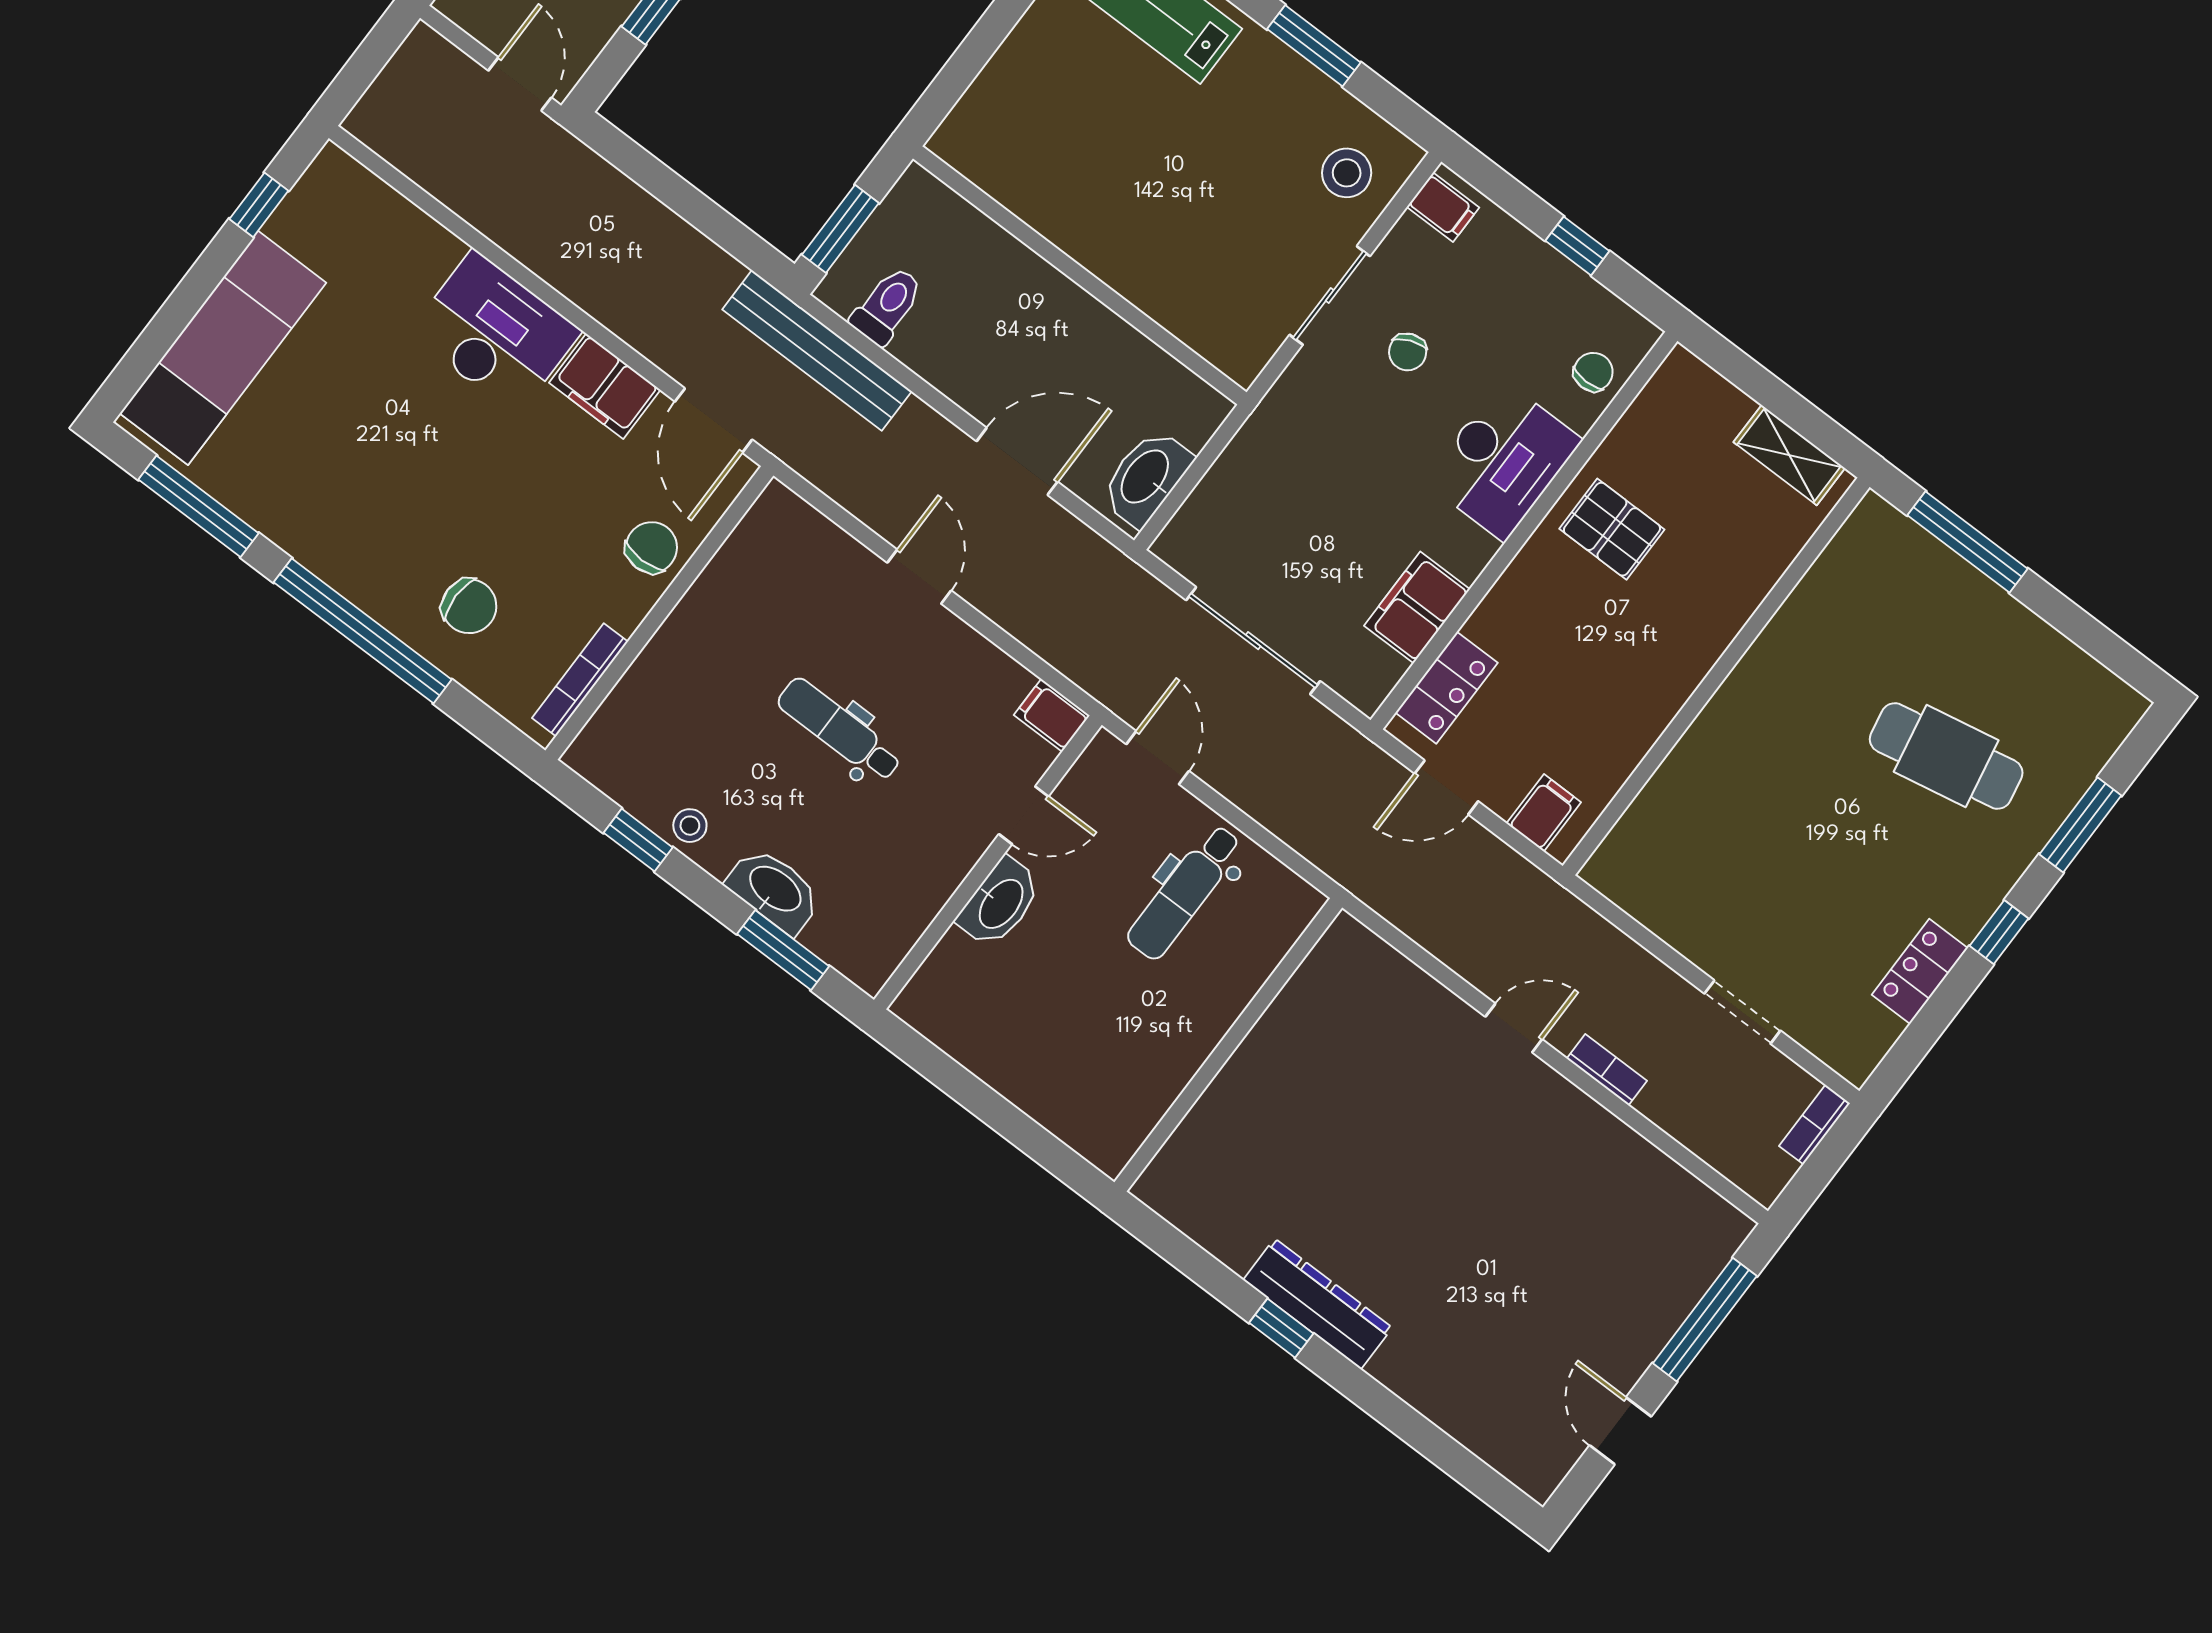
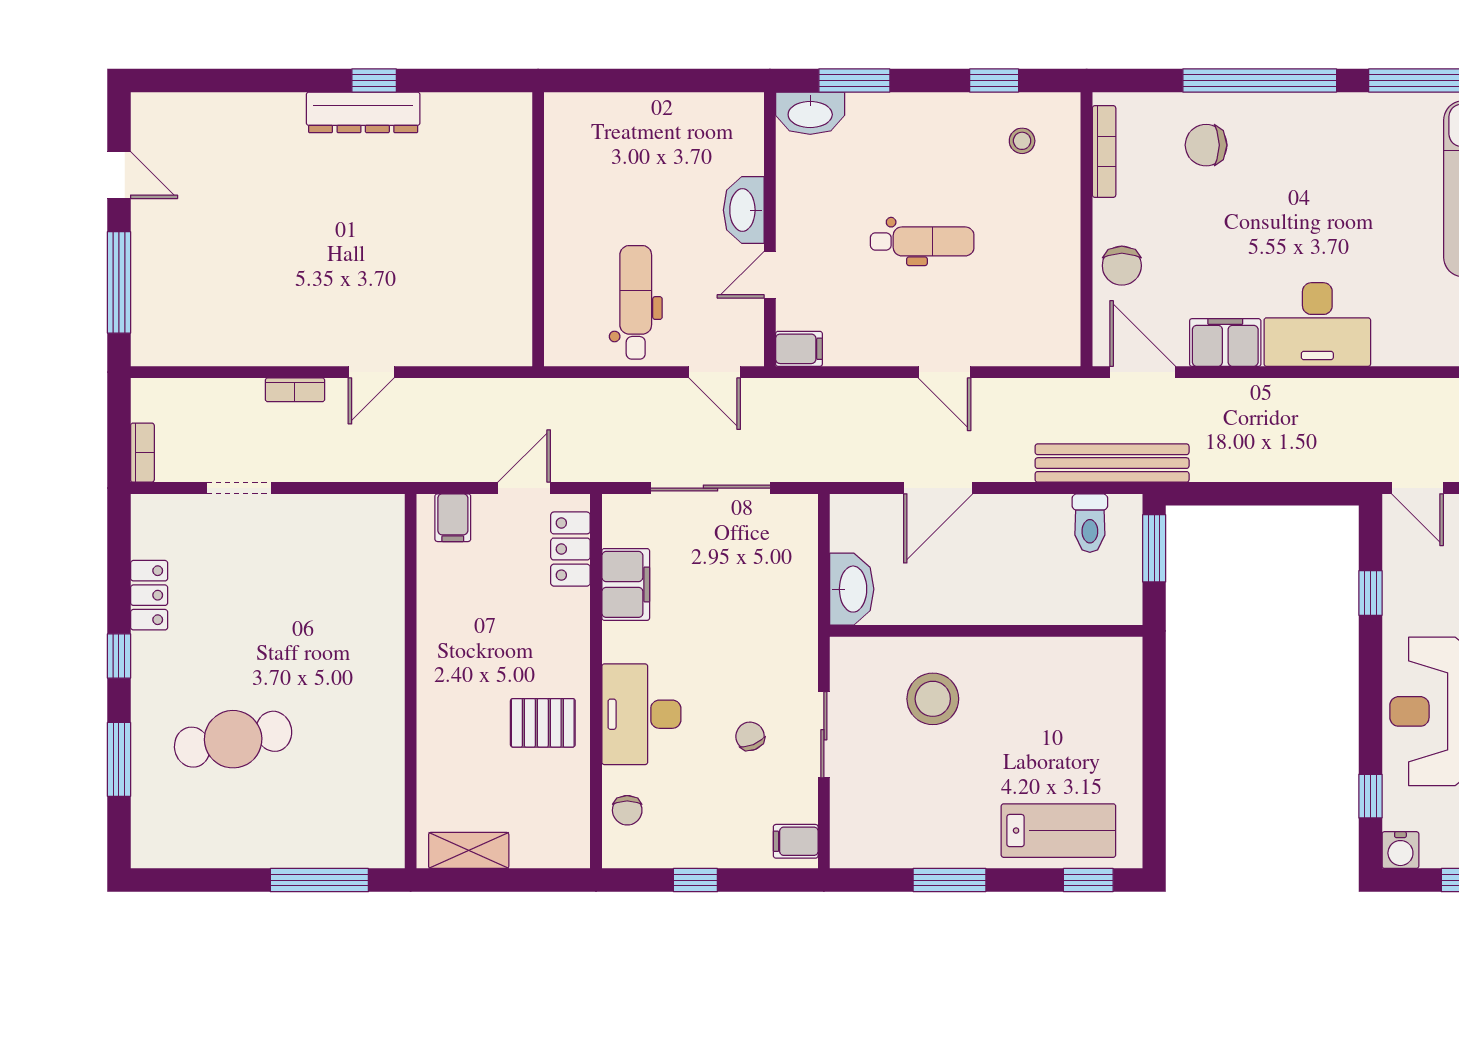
stool: (1347, 173) -> (933, 699), moved, width x1.38, depth x1.38
washbasin: (1146, 478) -> (852, 589), moved
stool: (690, 826) -> (1022, 141), moved
washbasin: (774, 890) -> (810, 113), moved

